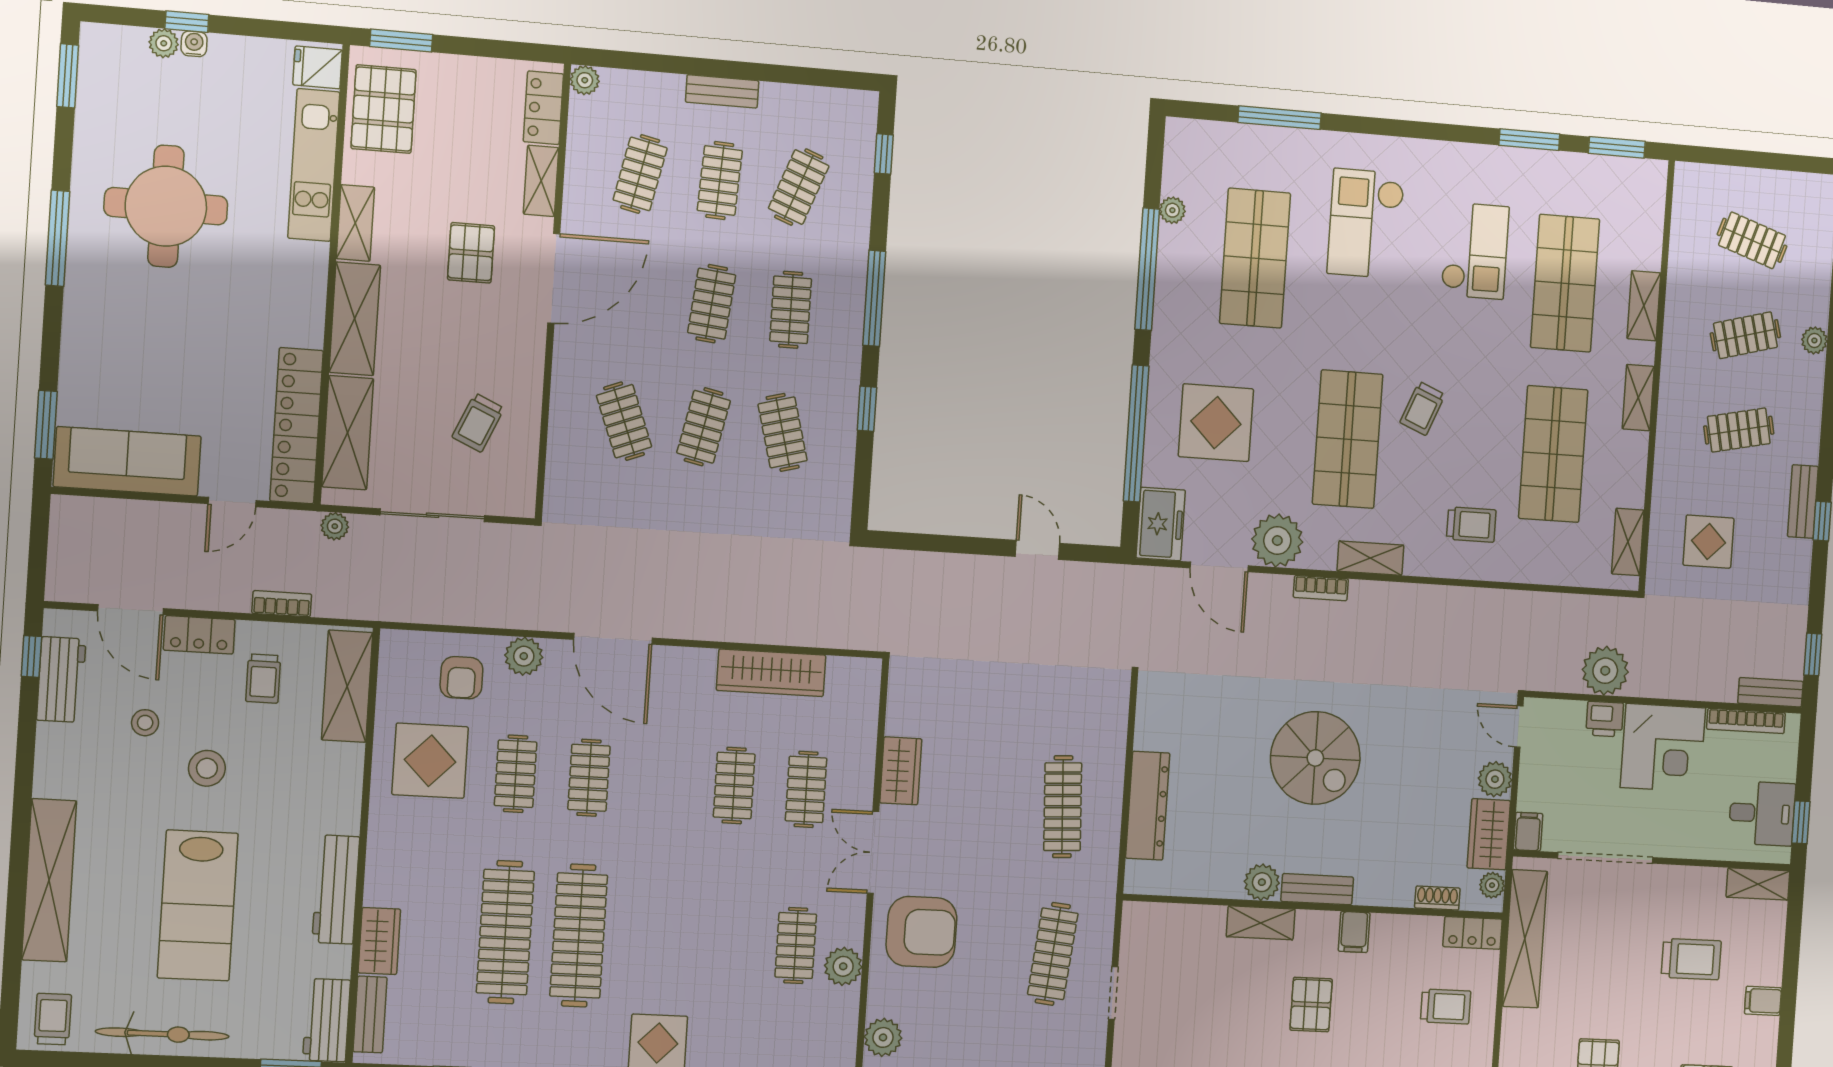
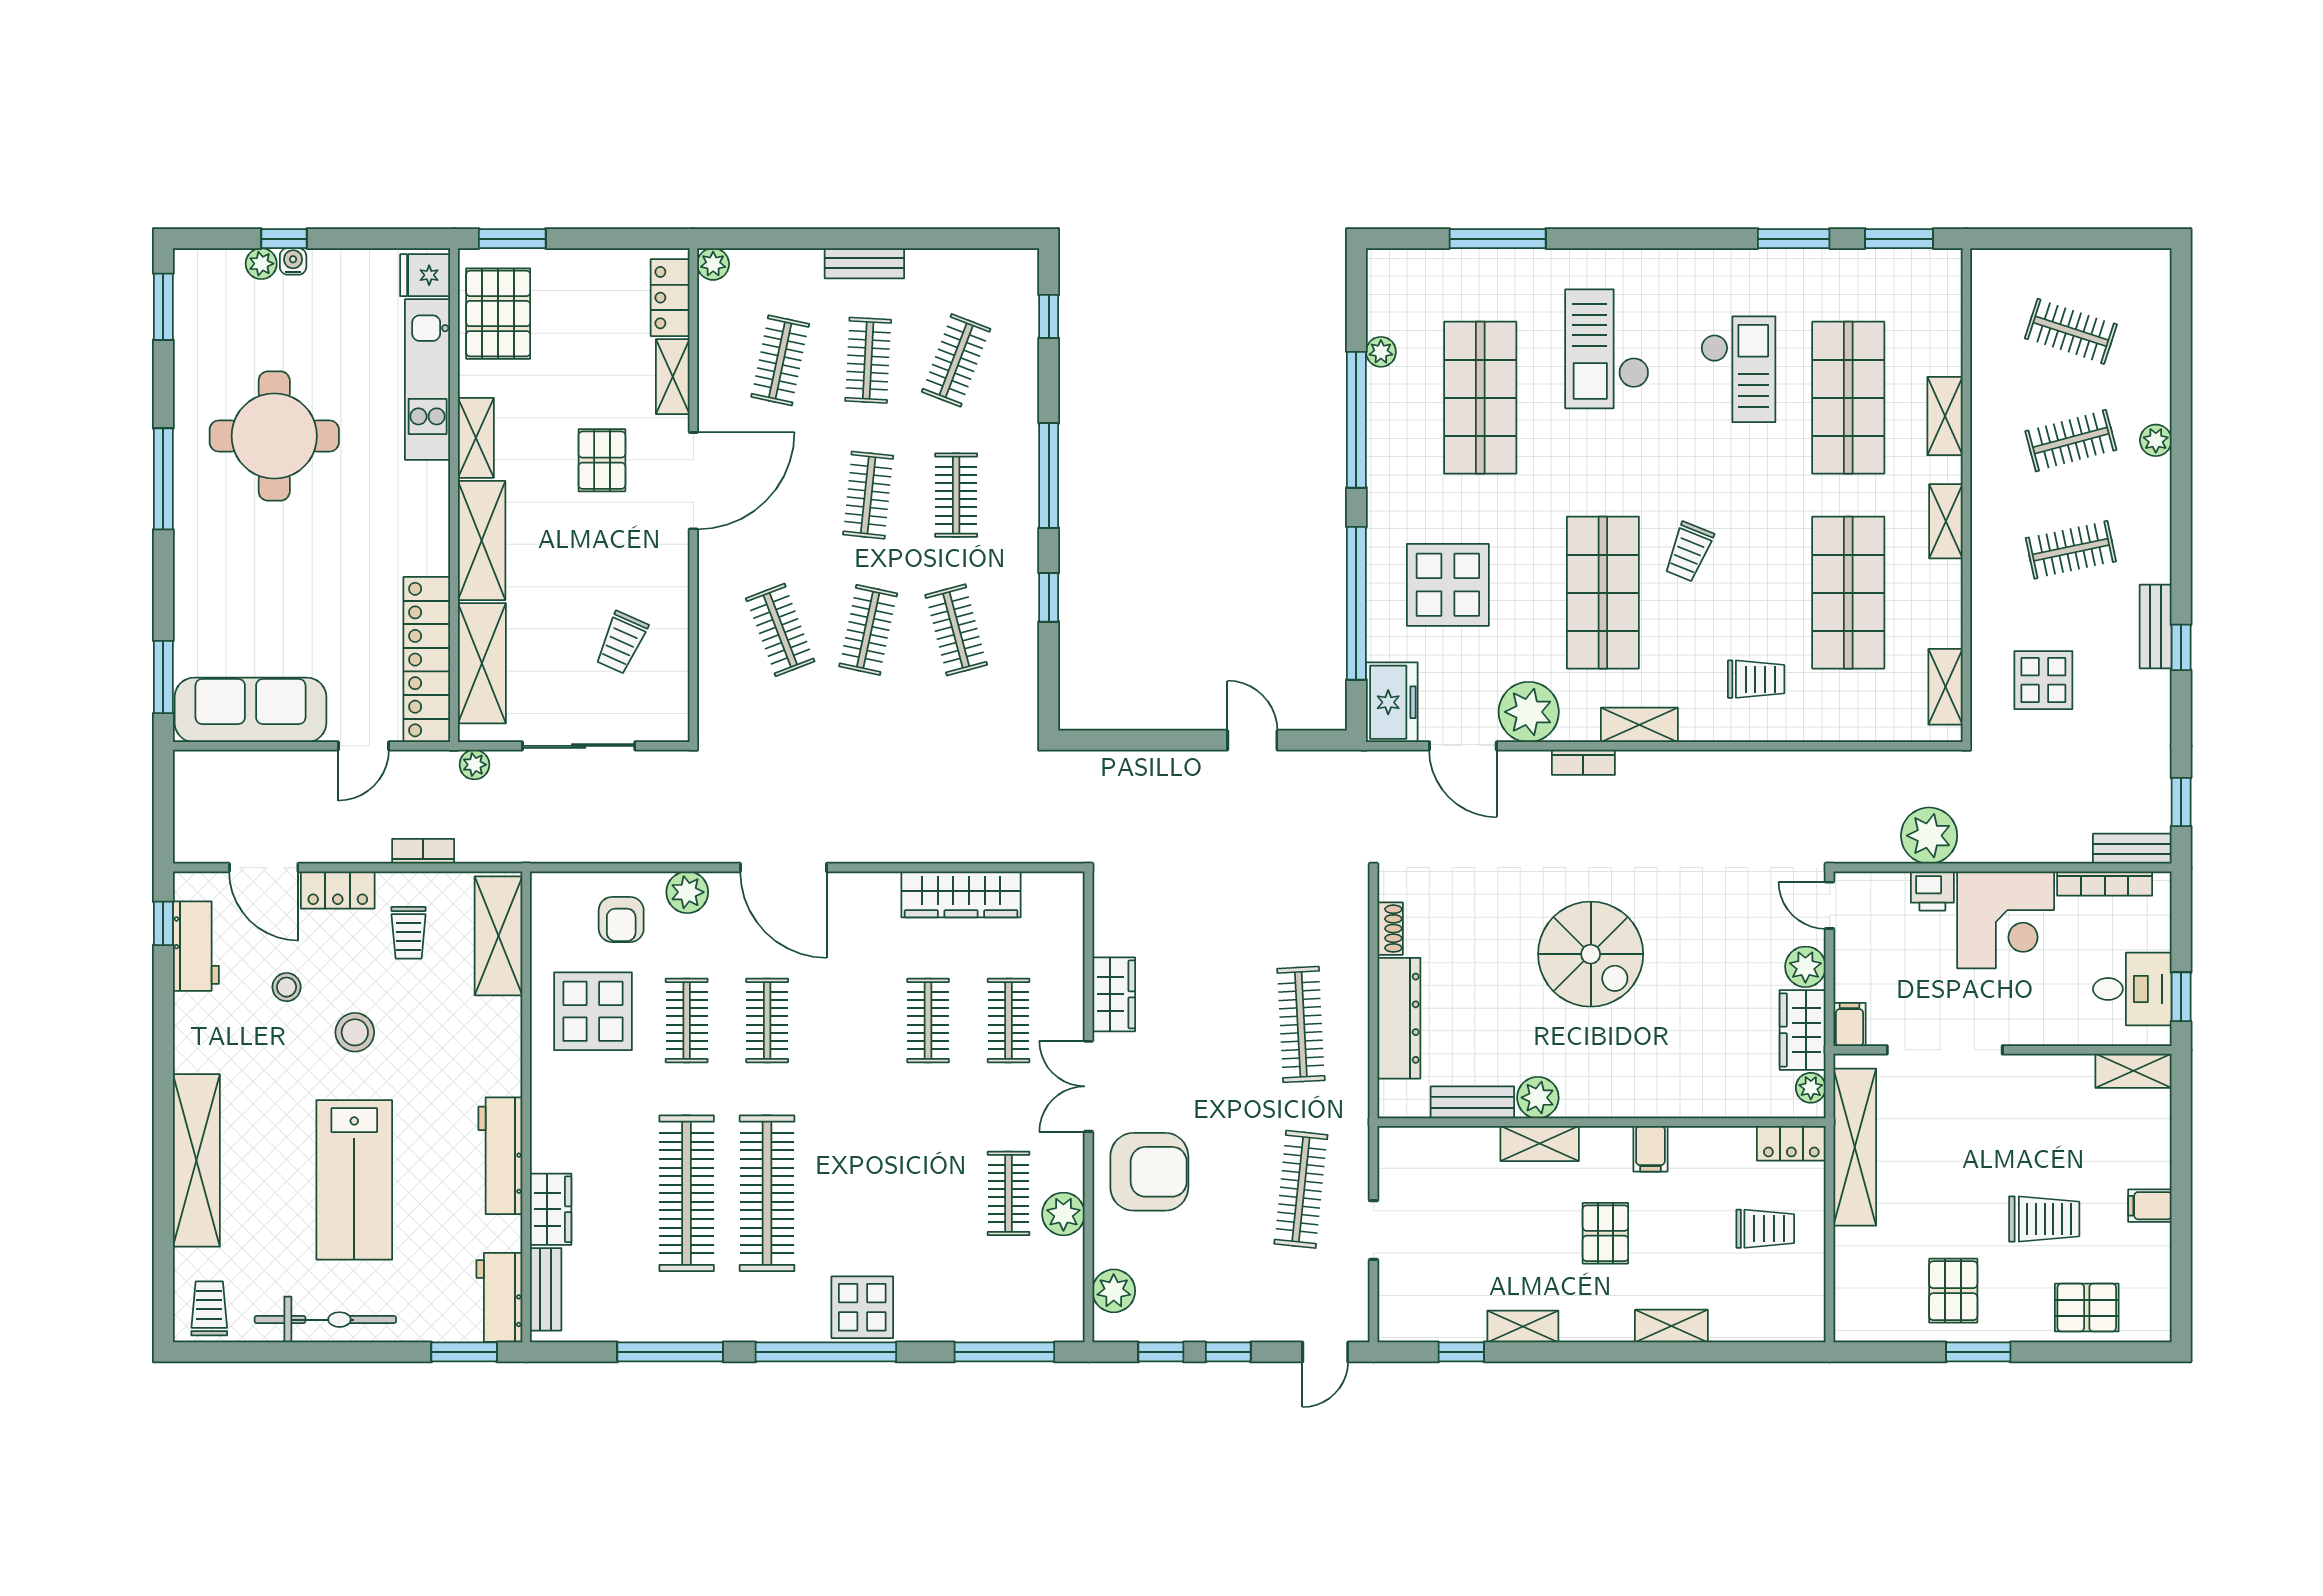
bench: (1317, 889) -> (1472, 1102), moved
shoe rack: (1437, 898) -> (1390, 929), moved, turned 90
trolley: (1691, 959) -> (2044, 1219), moved

